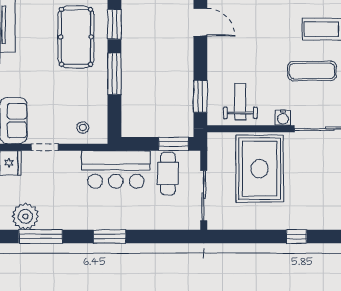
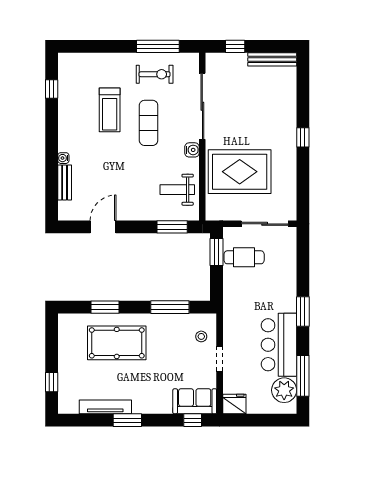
window: (114, 74) -> (170, 307), moved
doorway: (45, 147) -> (220, 359), moved
bar counter: (116, 169) -> (279, 345), moved, turned 180

